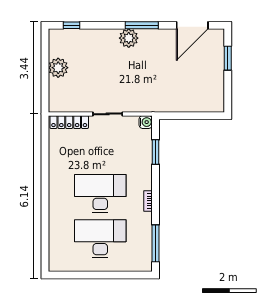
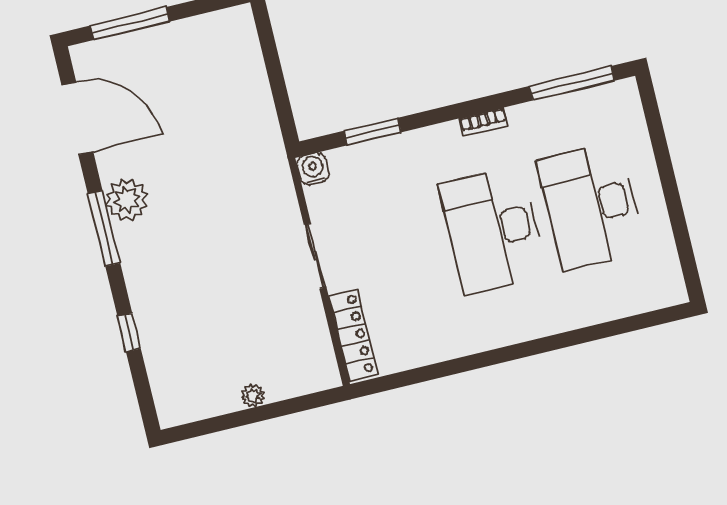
window: (71, 25) -> (129, 333), moved
plant: (129, 38) -> (127, 200), moved
window: (228, 58) -> (130, 24), width x1.44
plant: (58, 68) -> (253, 395), width x0.53, depth x0.53

